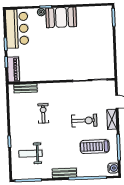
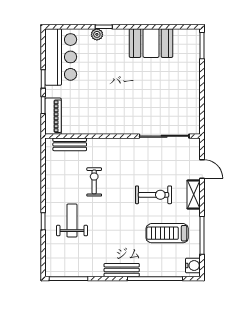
booth: (61, 17) -> (151, 43), moved
weight bench: (31, 154) -> (72, 220), moved, turned 90

